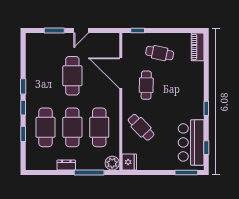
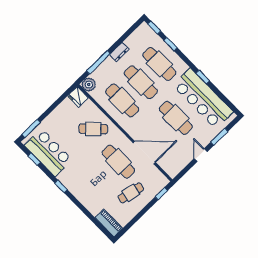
bar counter: (39, 70) -> (203, 99), added
cafe table: (146, 85) -> (118, 162), width x1.37, depth x1.35
window: (23, 108) -> (154, 28), moved

